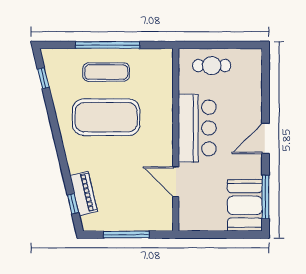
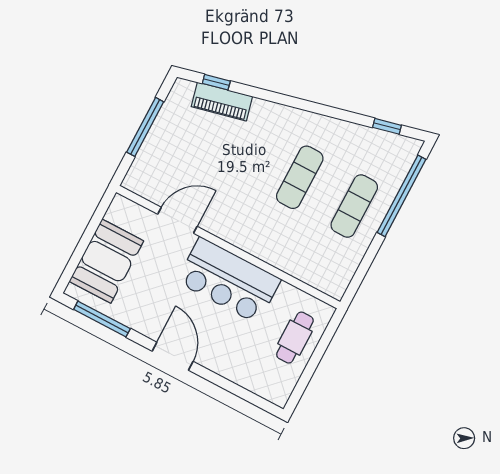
window: (108, 45) -> (401, 196), moved
exercise mat: (106, 117) -> (300, 177), width x0.50, depth x0.69
booth: (245, 205) -> (106, 261), moved, turned 90

